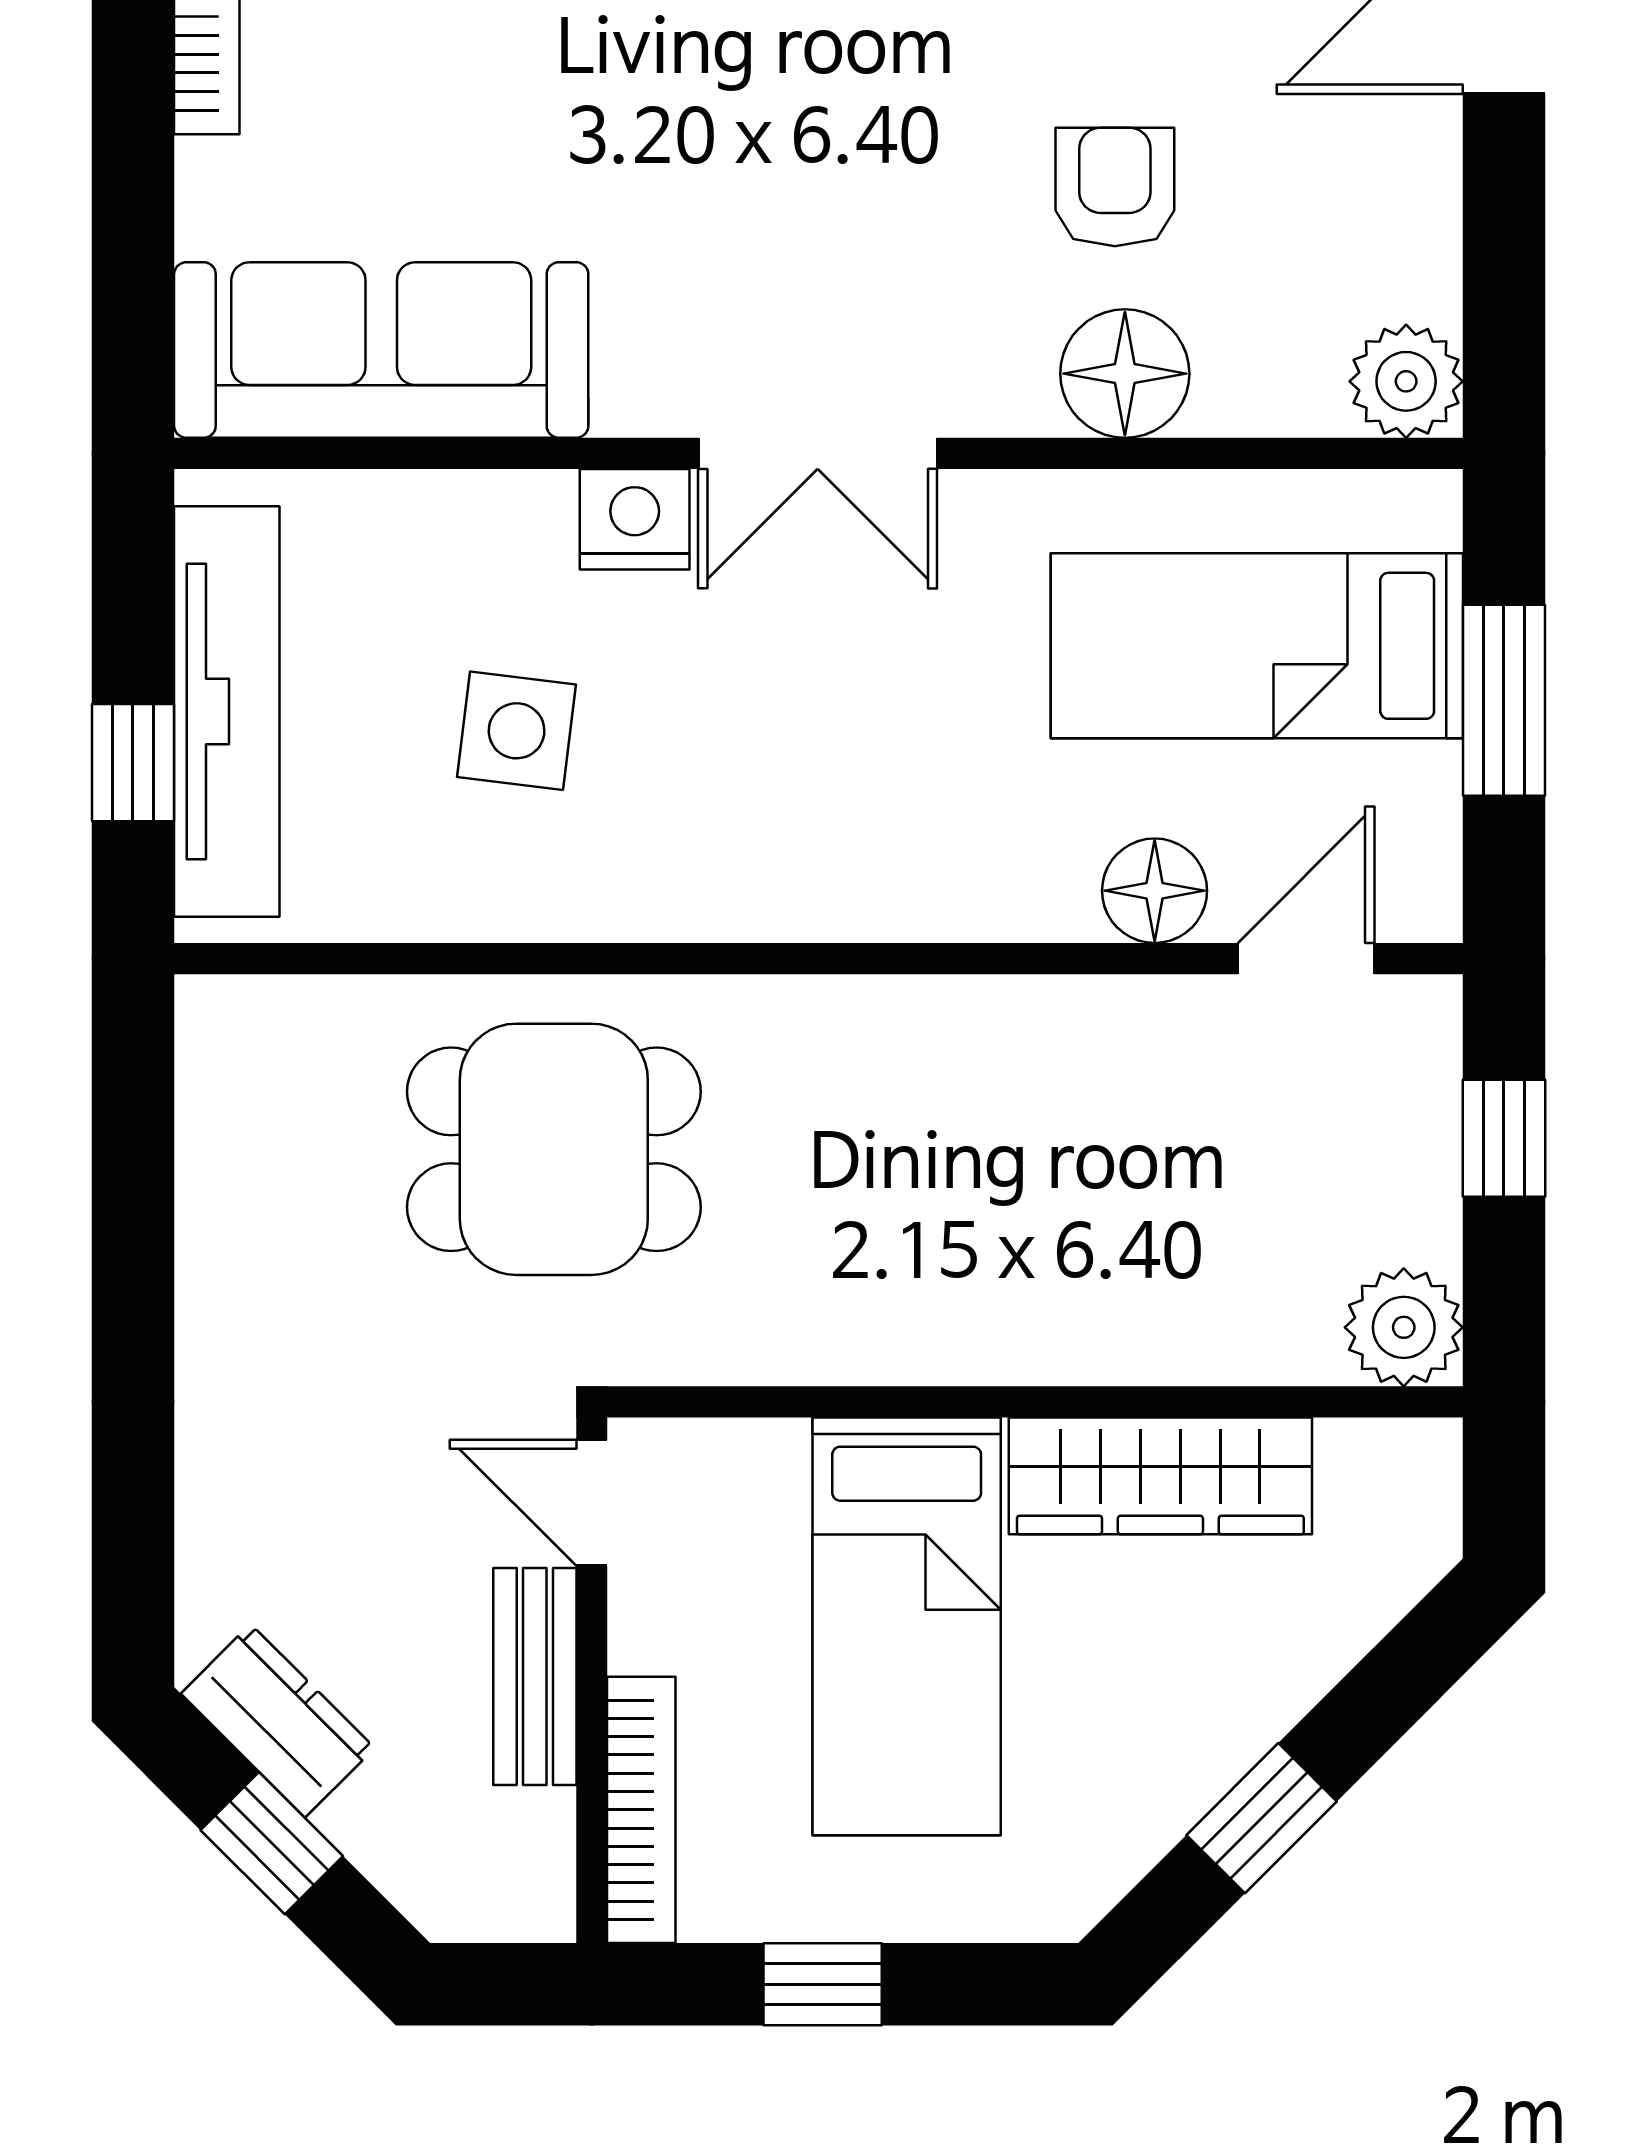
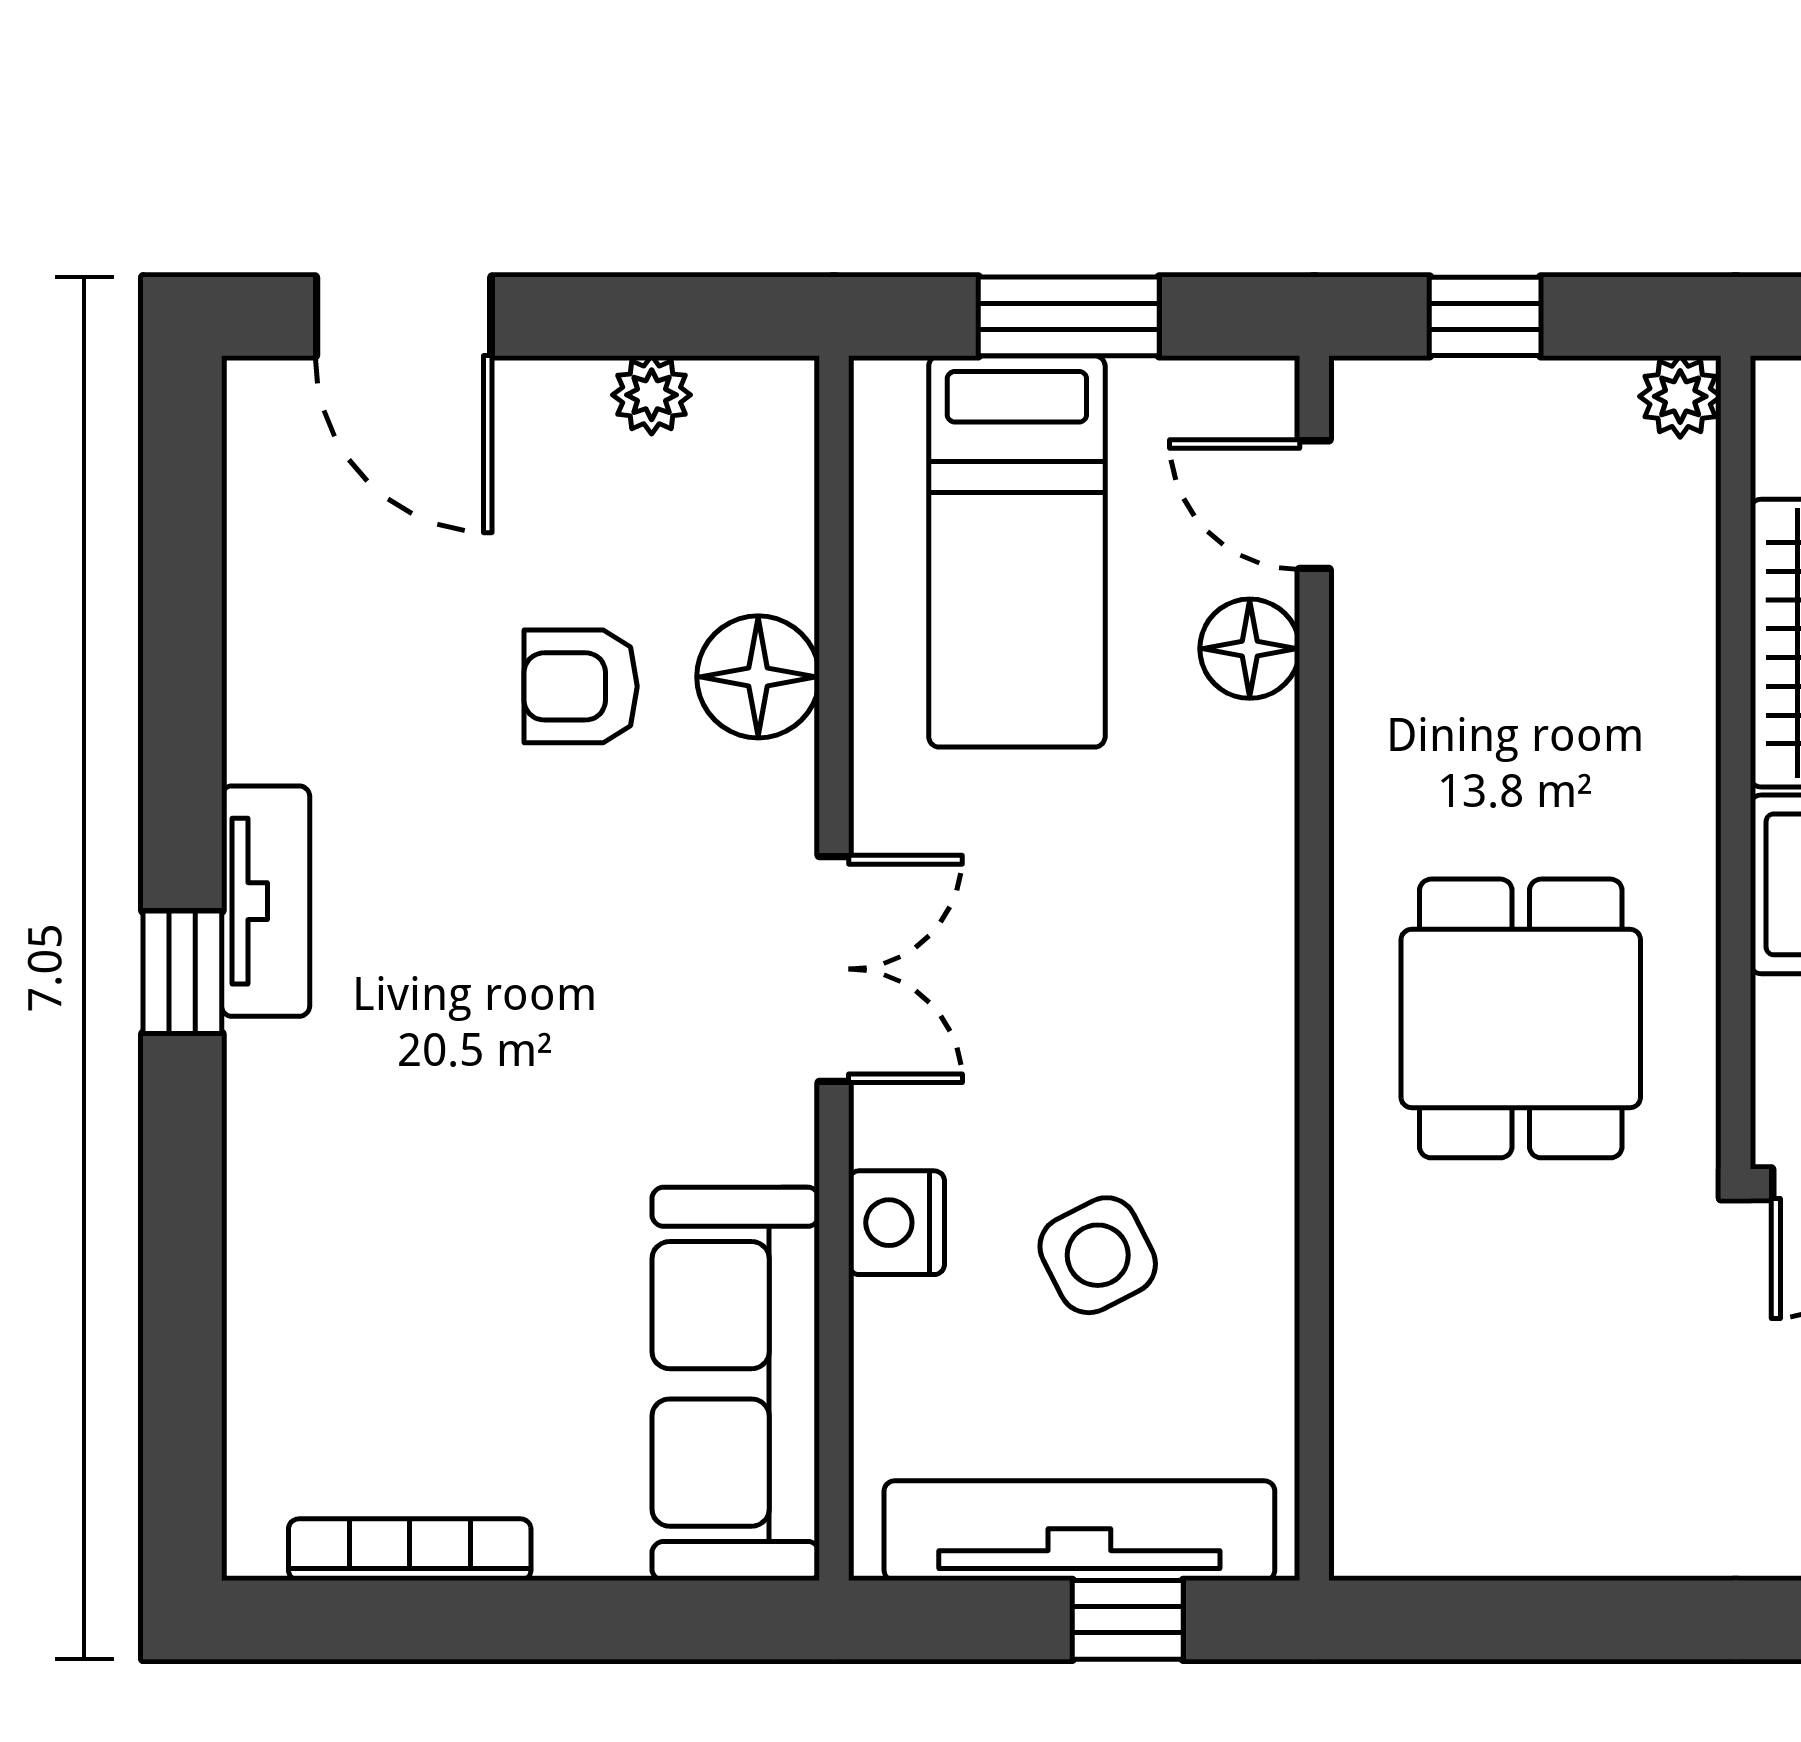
plant: (1406, 381) -> (652, 395), moved, width x0.73, depth x0.73
nightstand: (635, 519) -> (897, 1223), moved
side table: (517, 731) -> (1098, 1255), turned -34
dining table: (554, 1149) -> (1521, 1018), moved
plant: (1404, 1327) -> (1680, 396), width x0.73, depth x0.73

